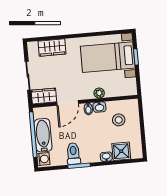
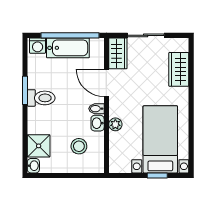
toilet: (73, 154) -> (41, 98), moved
washbasin: (106, 157) -> (33, 166), moved

